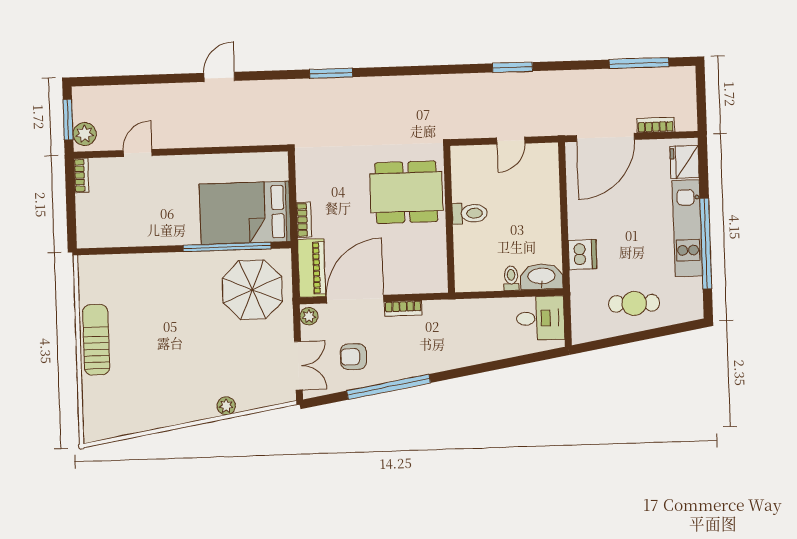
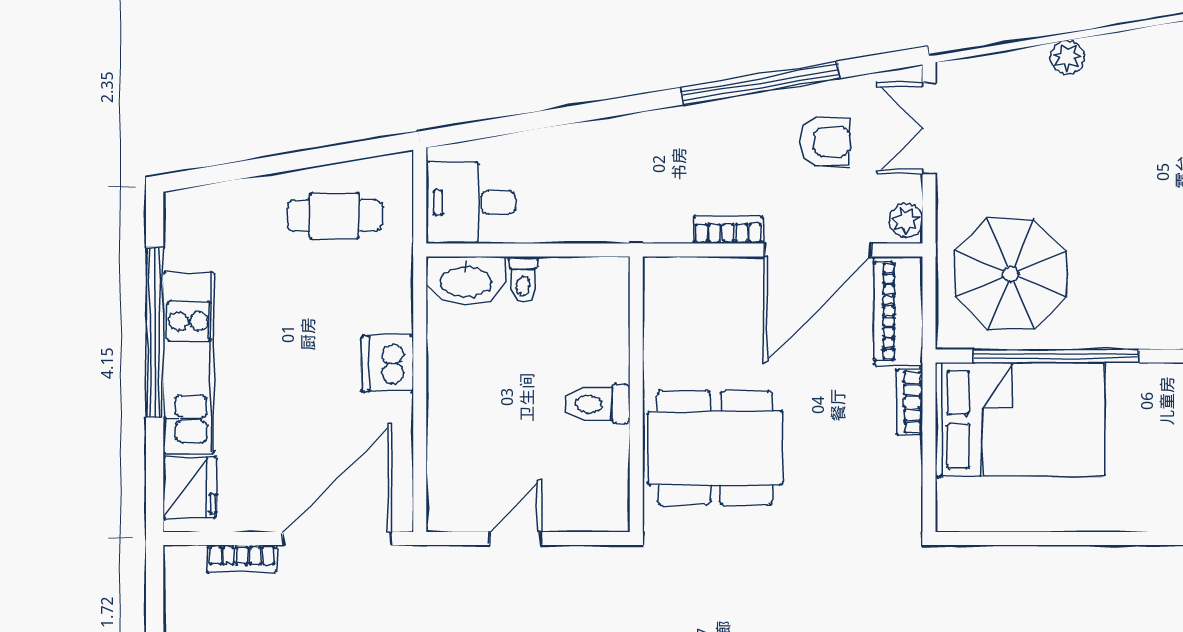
dishwasher: (582, 254) -> (388, 363), moved
cafe table: (634, 303) -> (335, 215), moved

